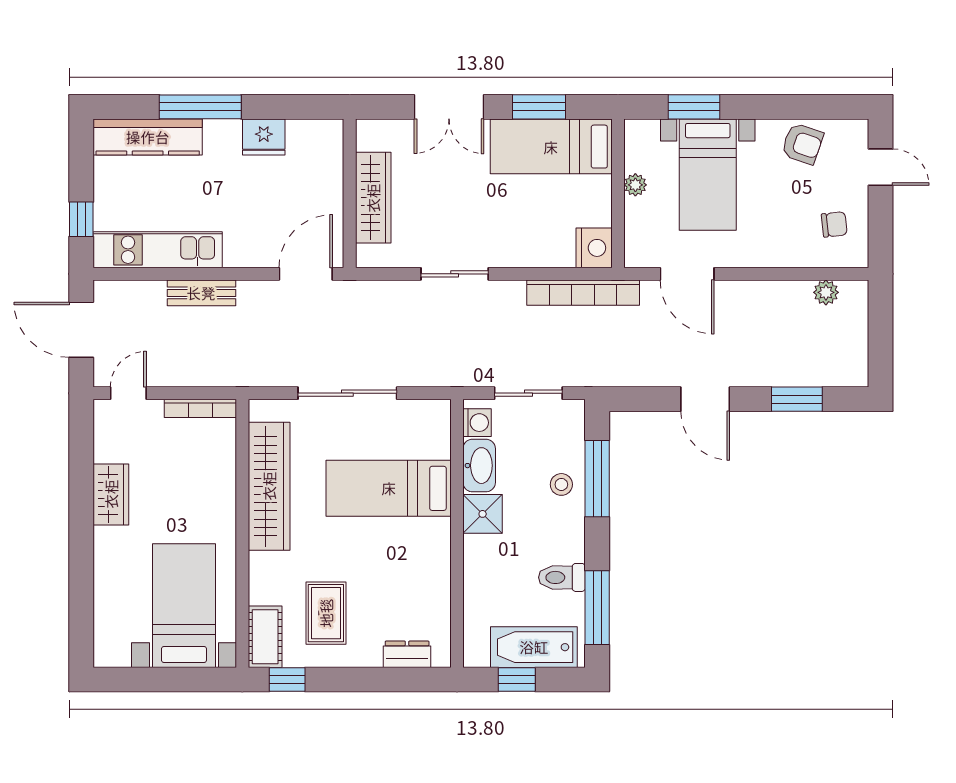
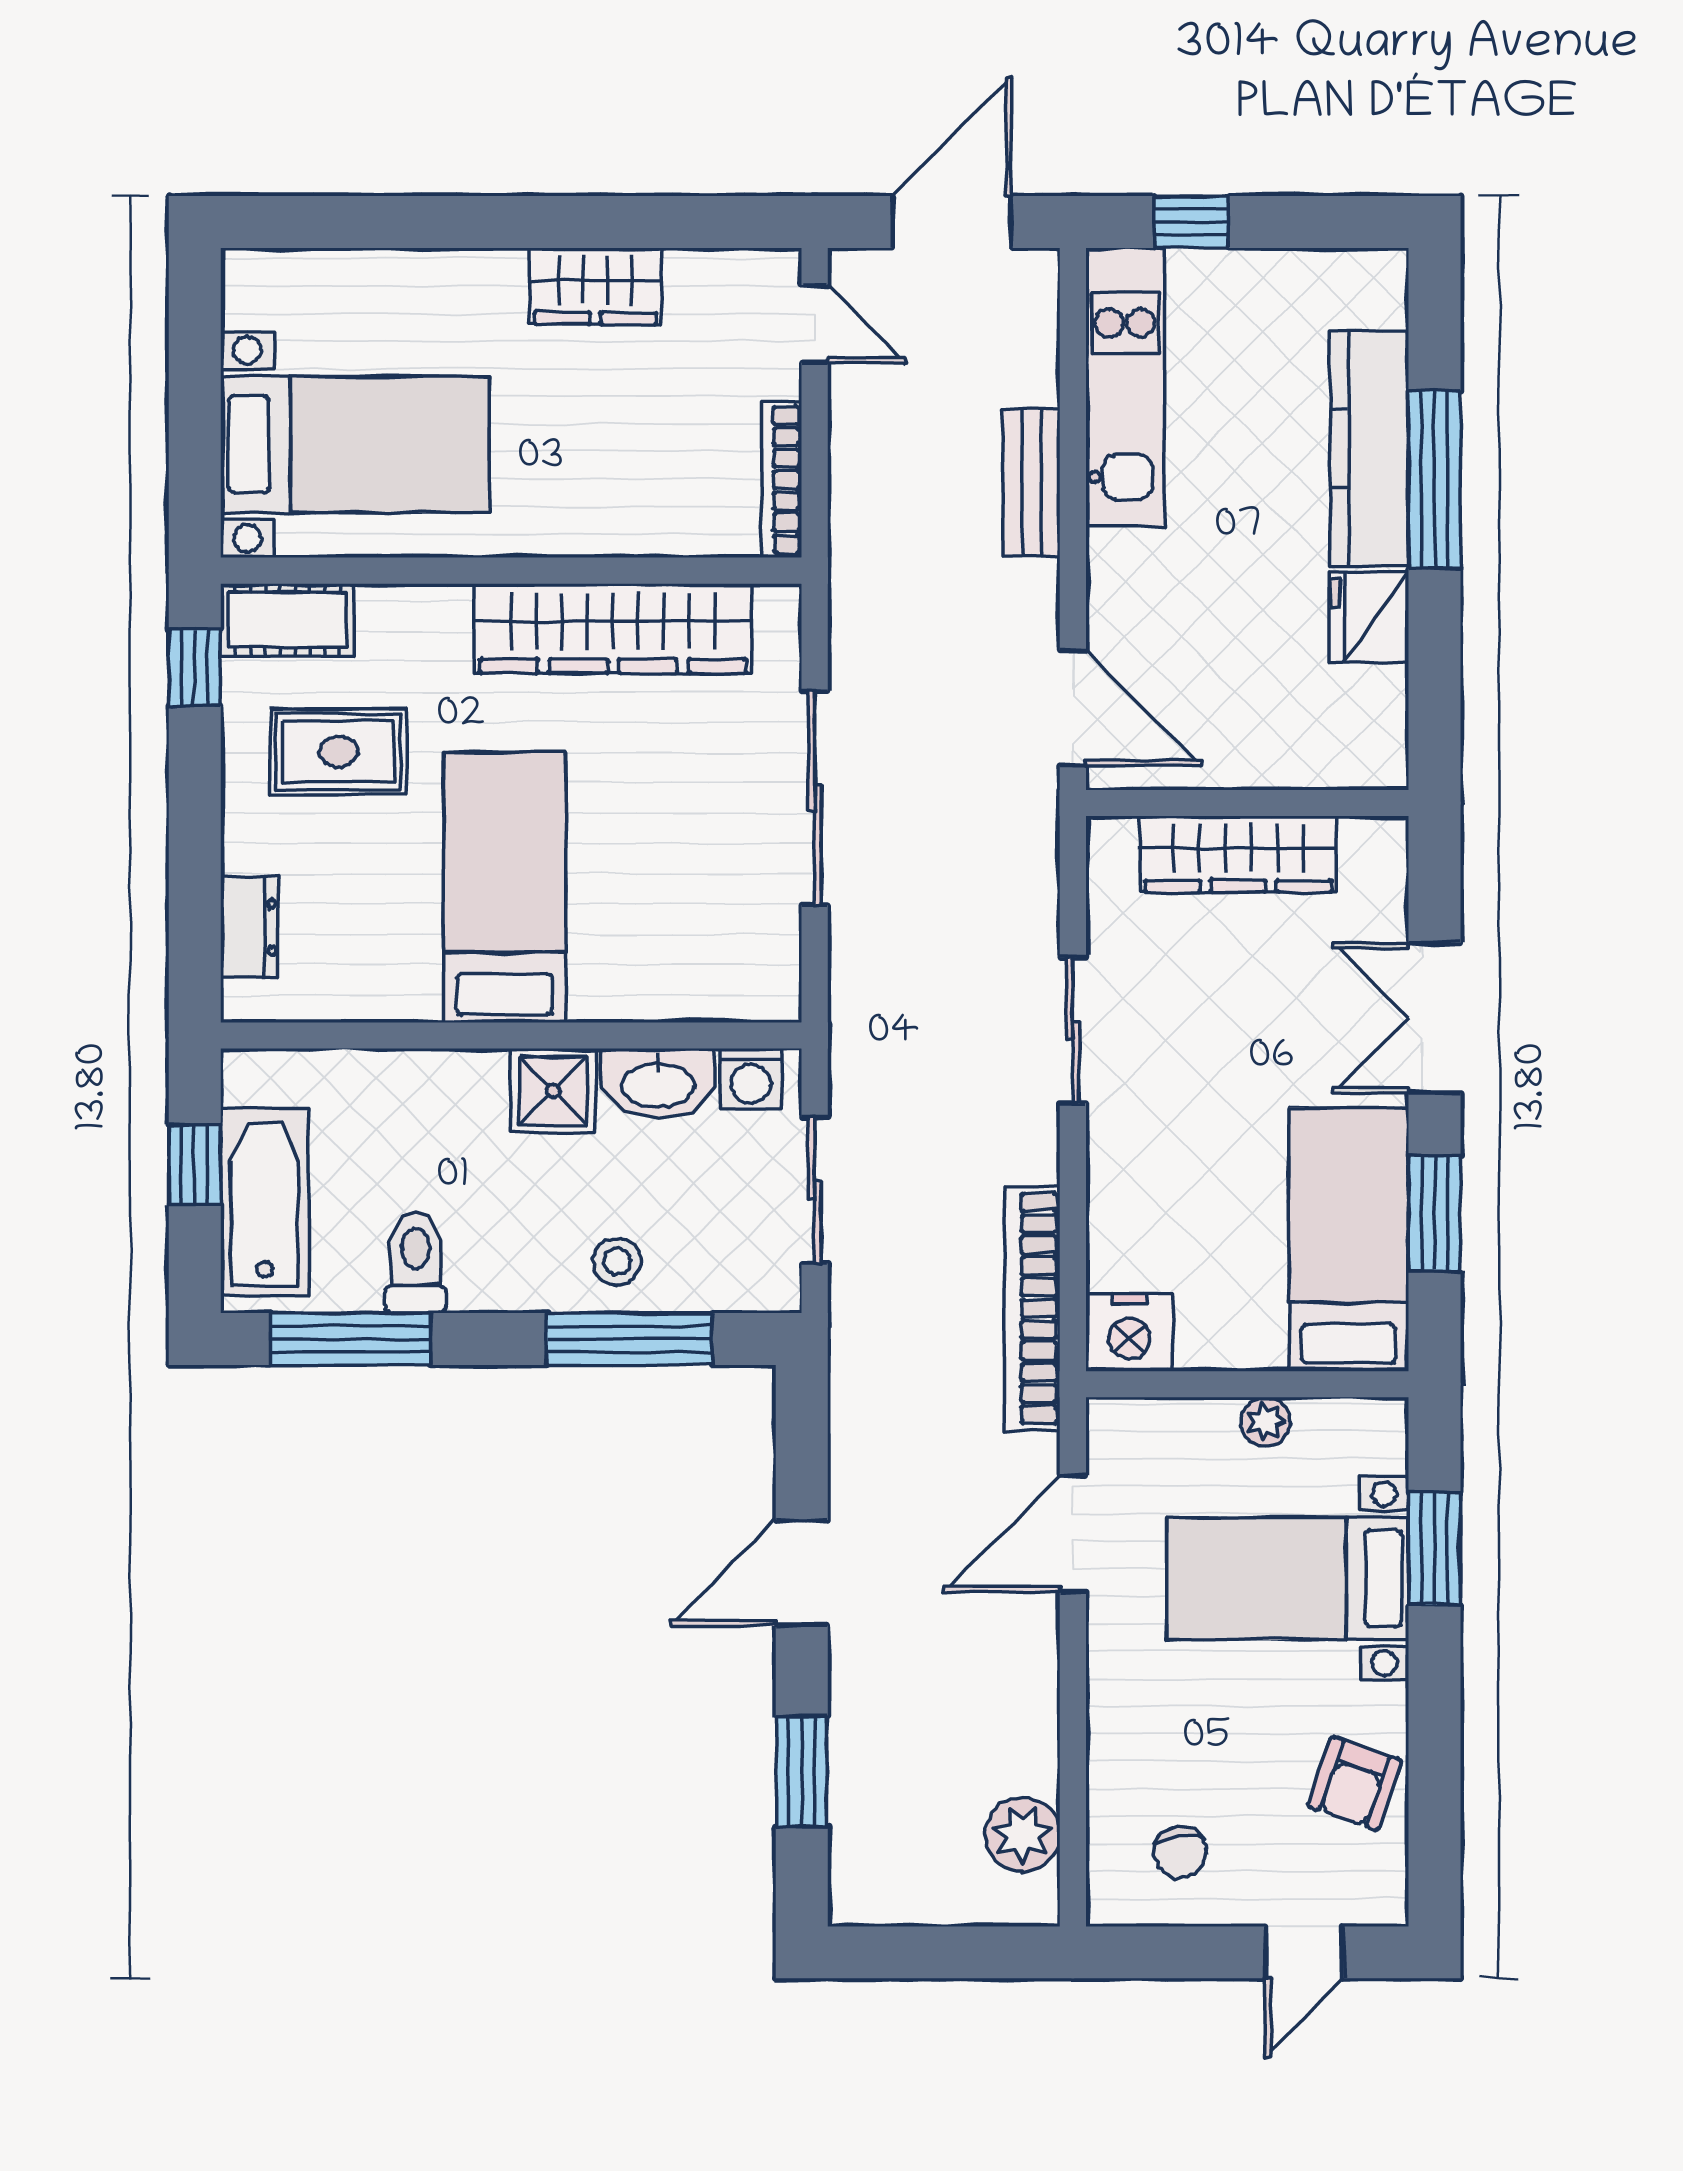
kitchen counter: (148, 137) -> (1369, 448), moved
plant: (826, 292) -> (1022, 1834), width x1.38, depth x1.38
bed: (389, 488) -> (505, 887), moved

